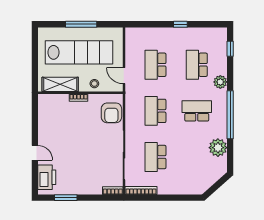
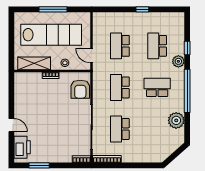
window: (230, 49) -> (187, 48), moved

